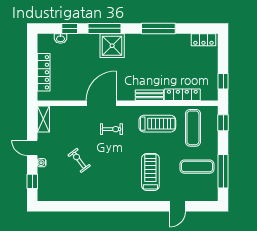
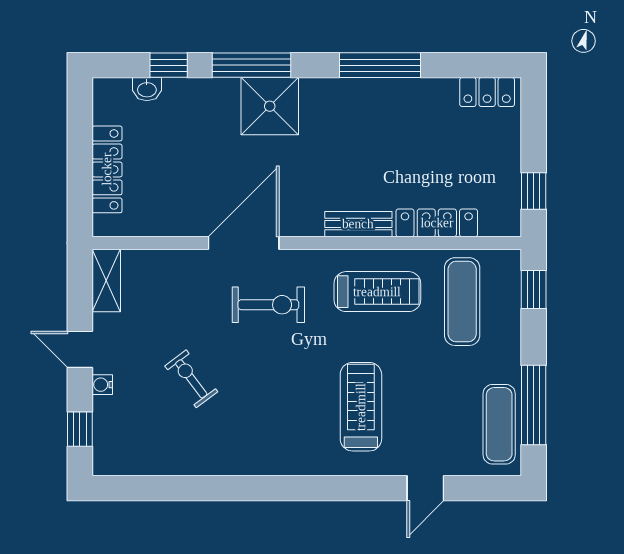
exercise bike: (112, 129) -> (268, 305), width x1.38, depth x1.39
exercise mat: (197, 167) -> (499, 424), moved, turned 90

